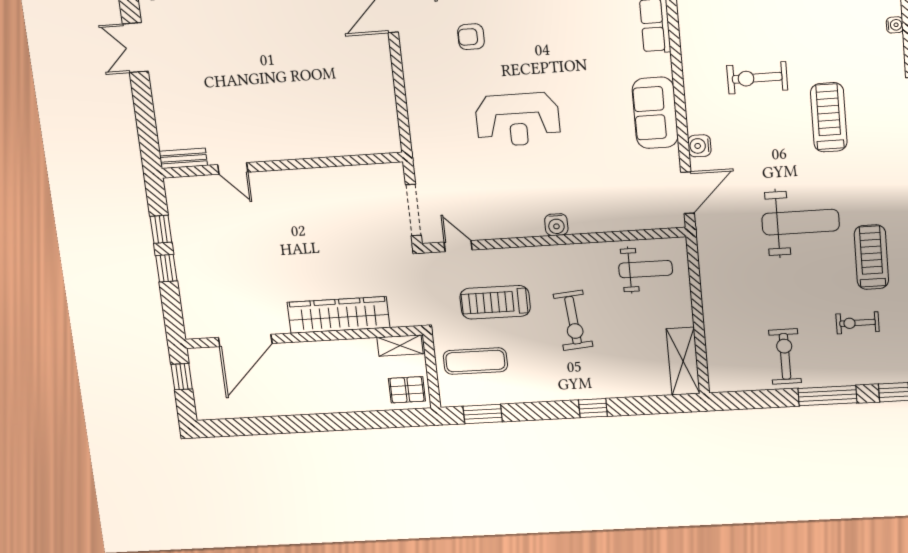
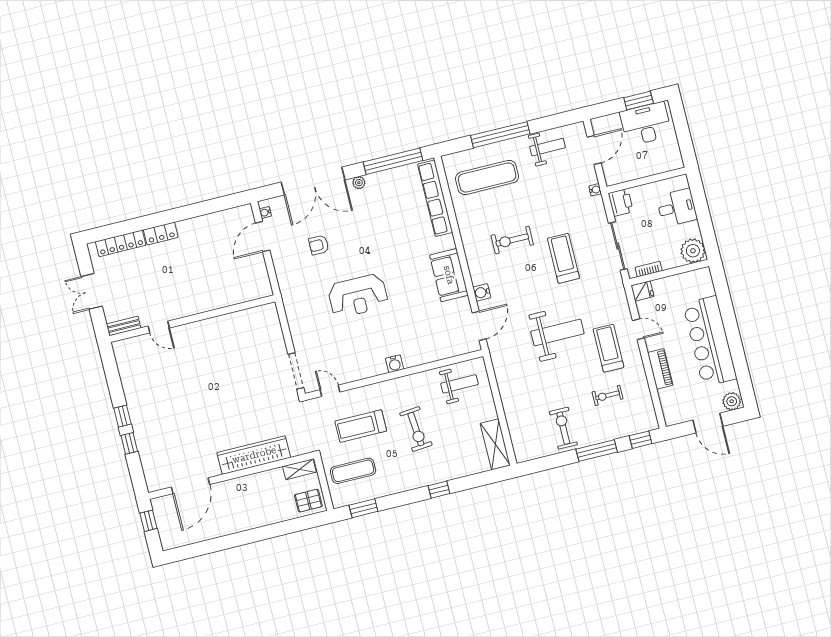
bench: (183, 158) -> (124, 326), moved
wall: (282, 165) -> (192, 319), moved
door: (233, 168) -> (159, 327), moved

